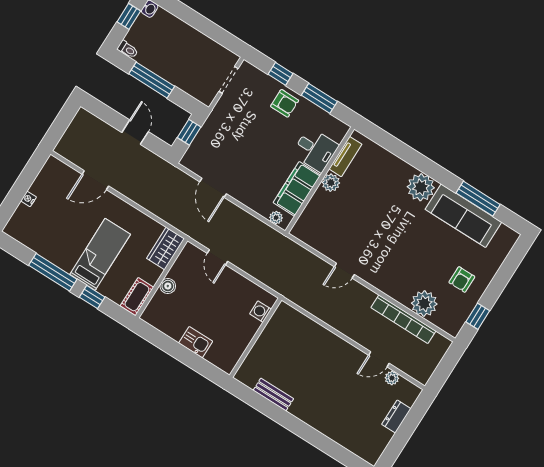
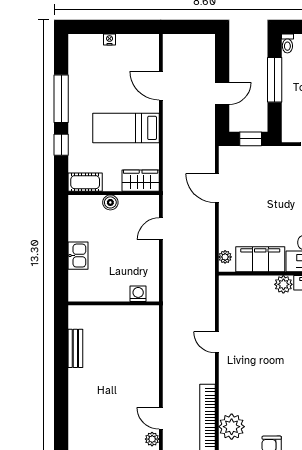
door: (213, 188) -> (217, 188), hinge flipped
bed: (100, 254) -> (126, 128), moved, turned 180

